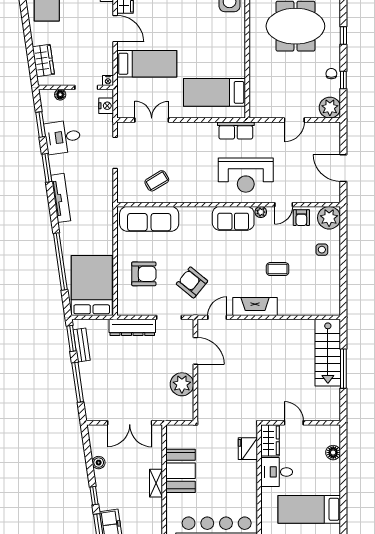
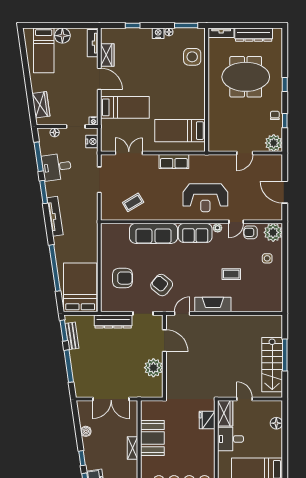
window: (41, 124) -> (39, 157), width x1.44
row of seats: (236, 130) -> (174, 162), moved
armchair: (301, 218) -> (251, 232), turned 90
sofa: (149, 219) -> (153, 233), moved
stairs: (328, 353) -> (272, 365), moved

